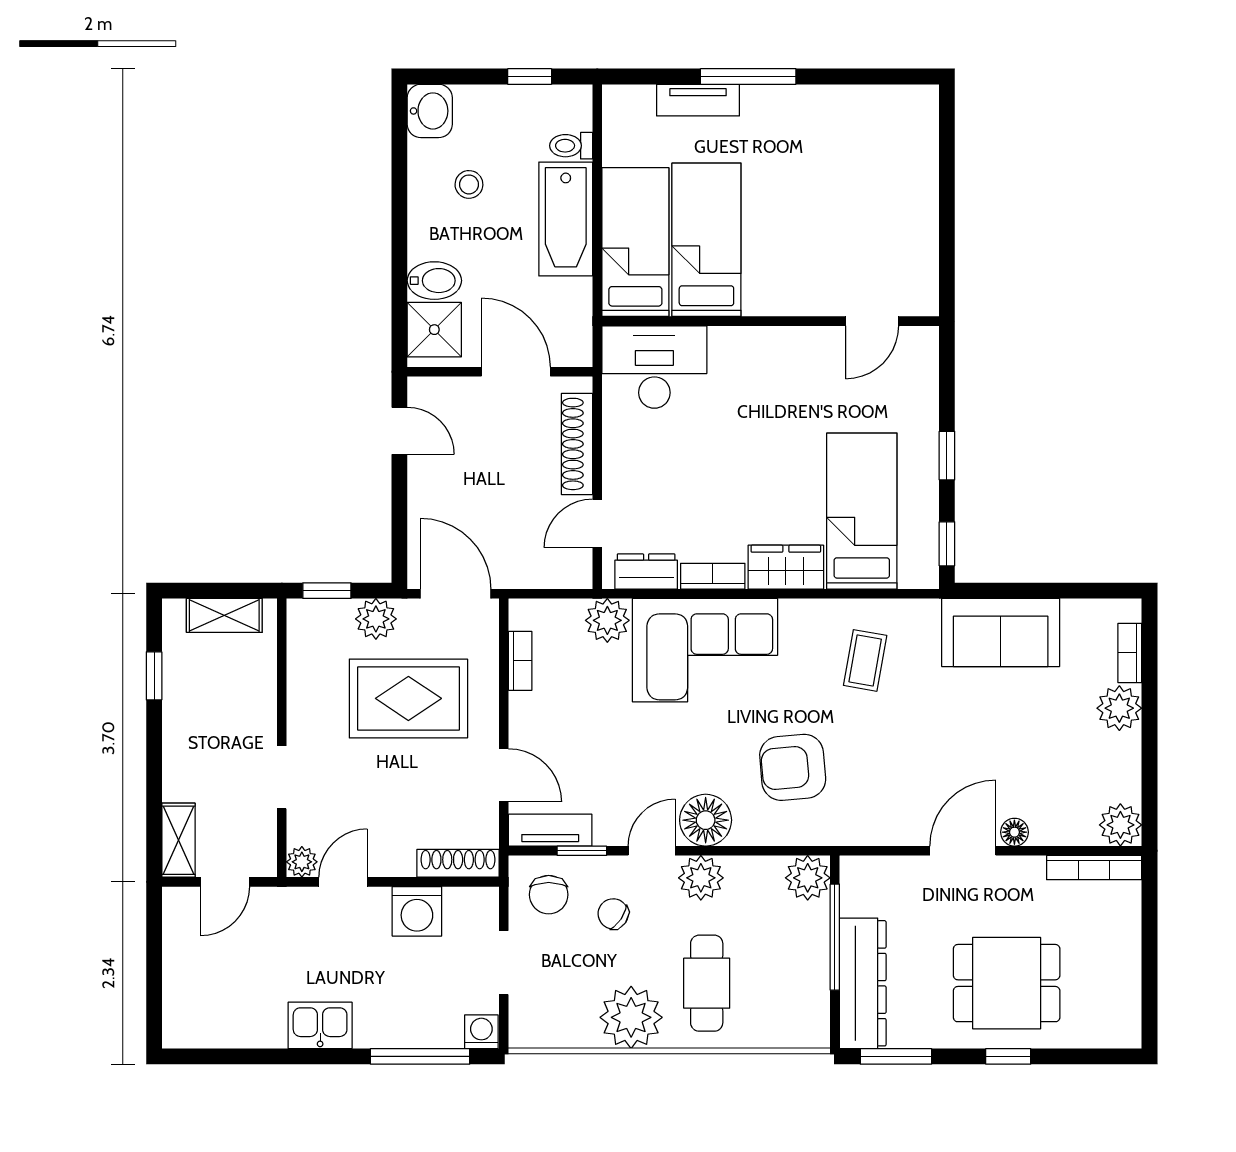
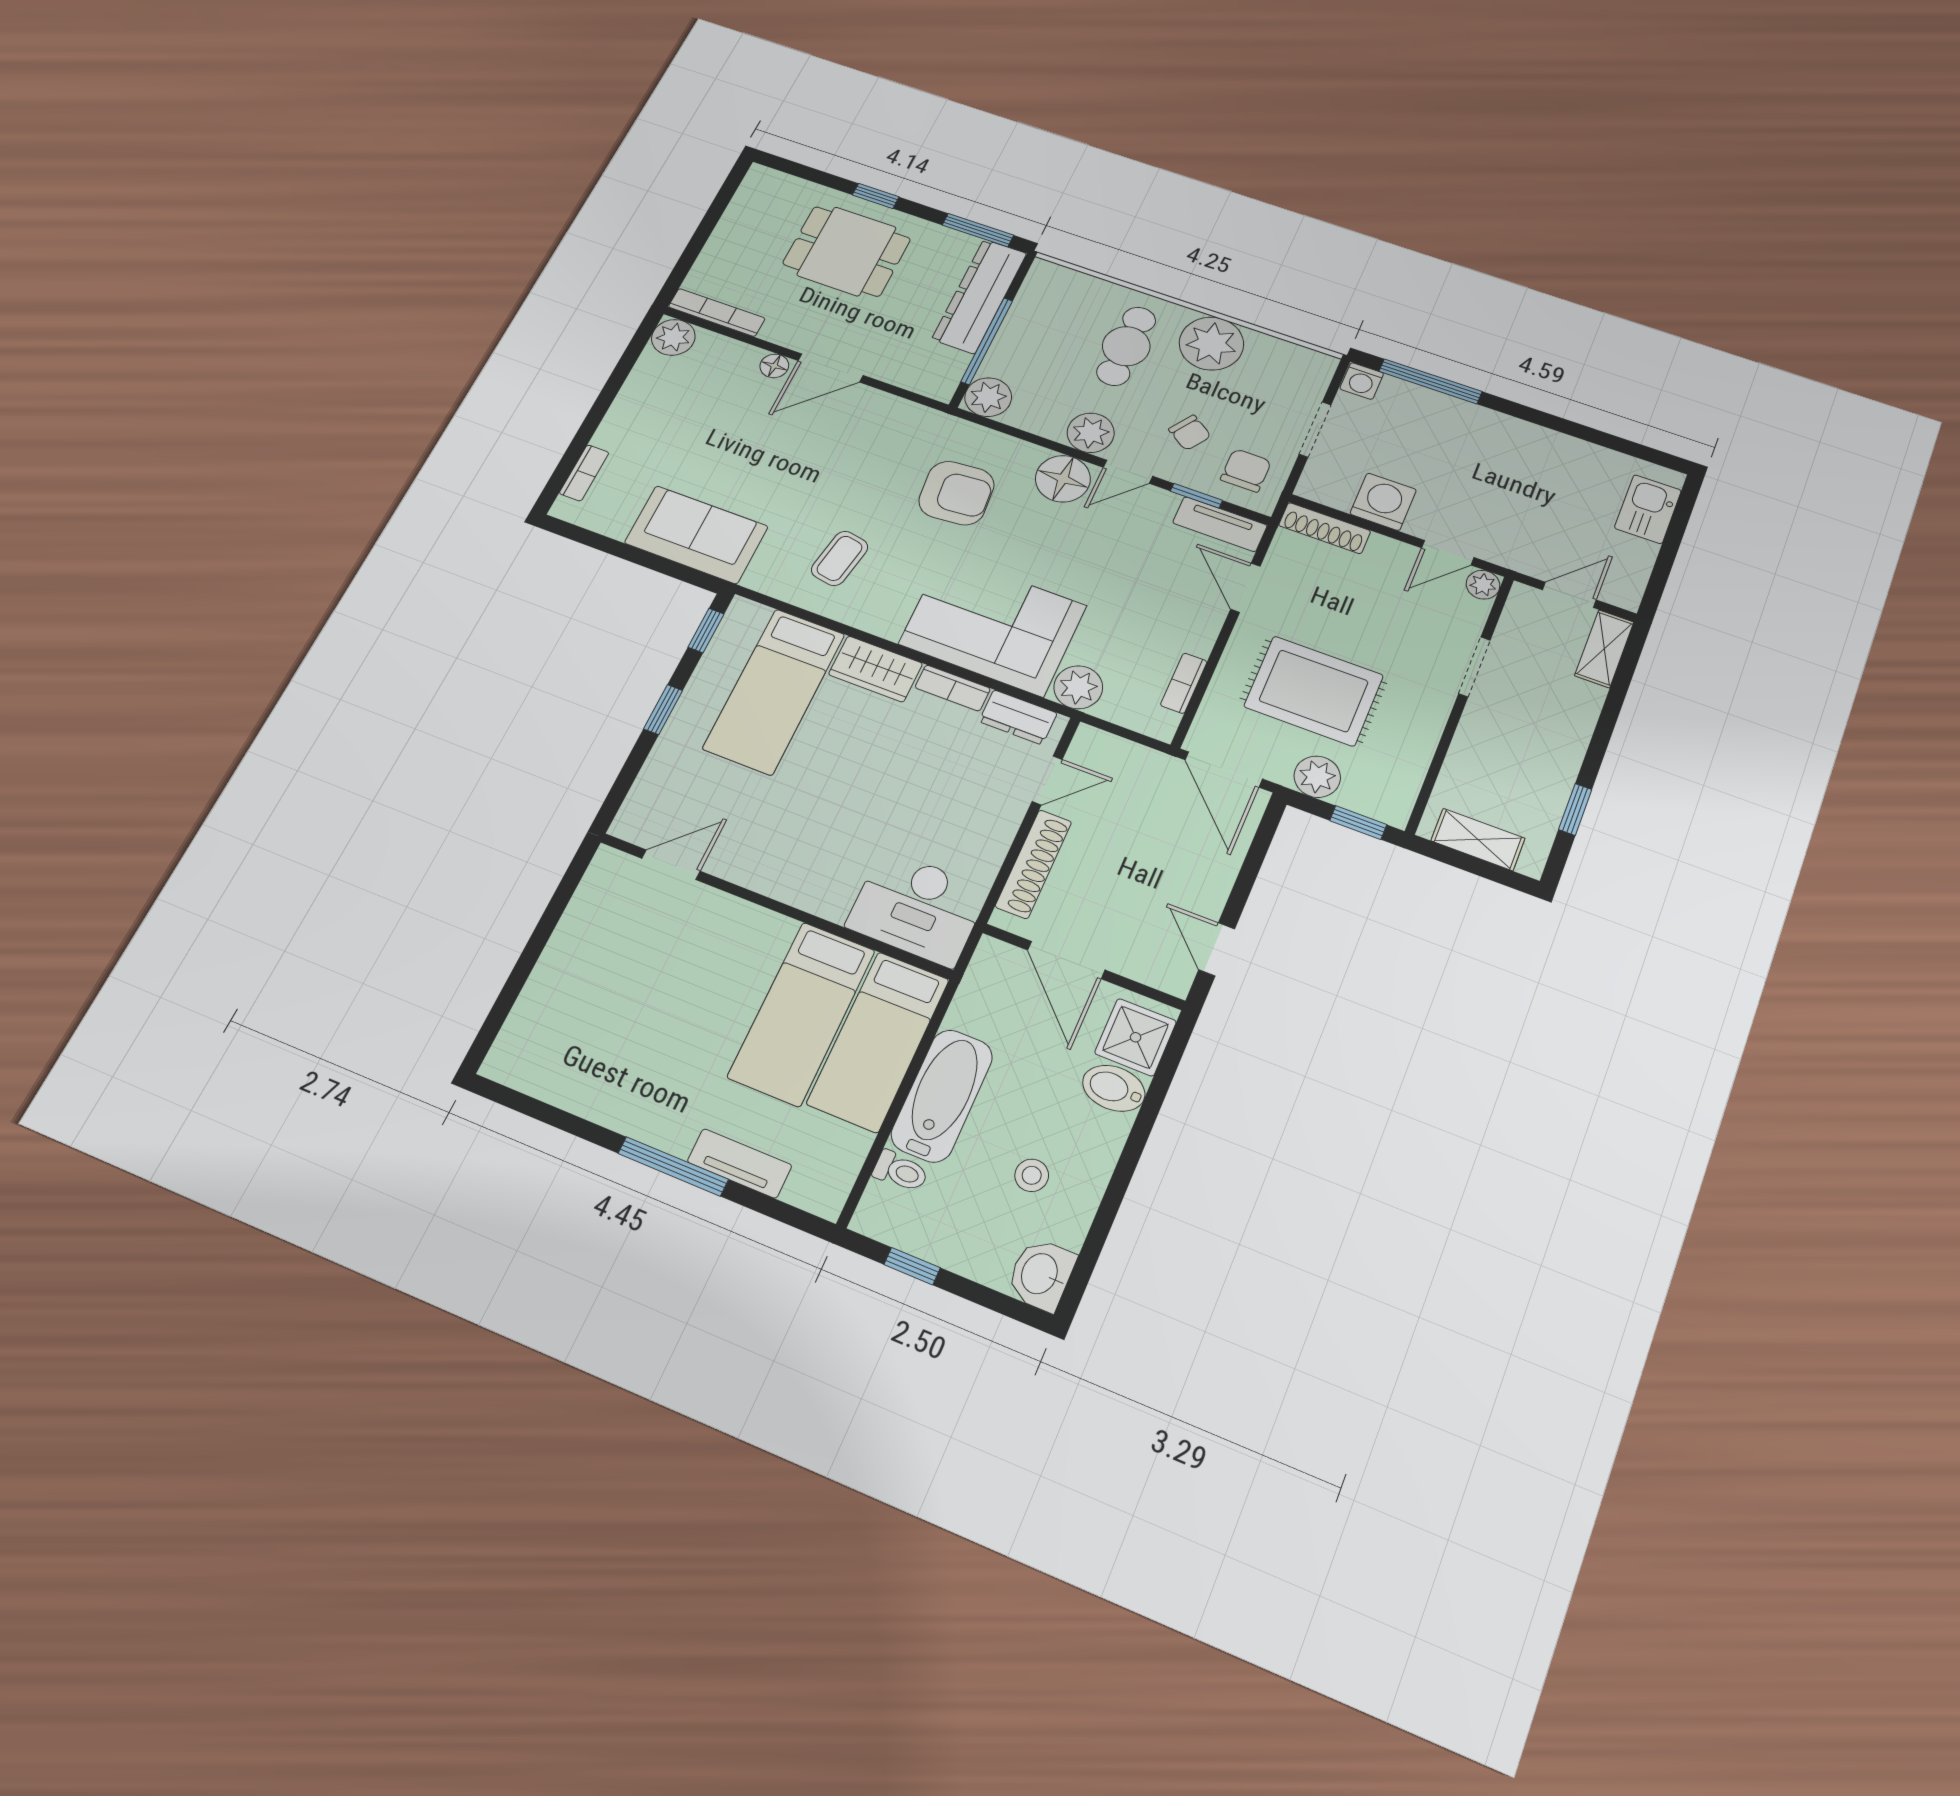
plant: (1119, 708) -> (620, 431), removed
kitchen sink: (320, 1025) -> (1648, 509), moved, turned 90

